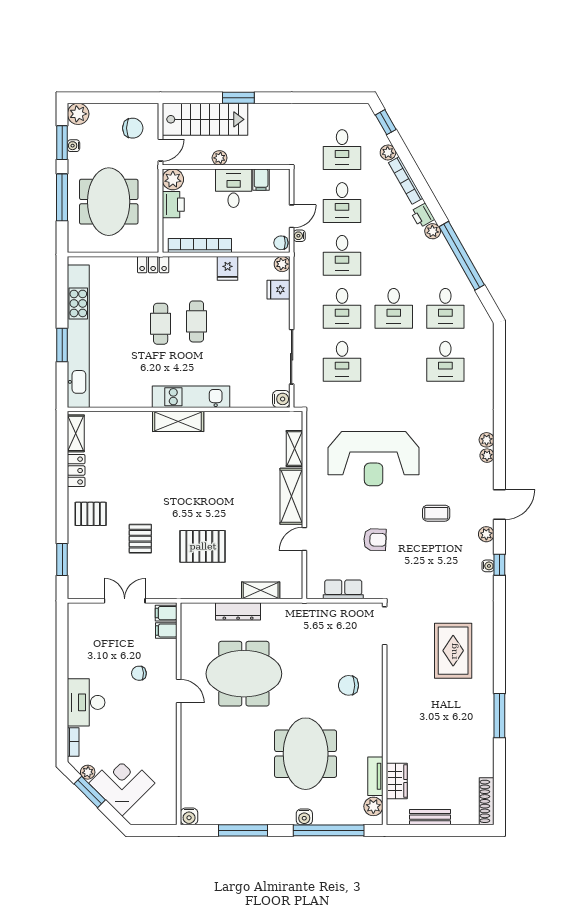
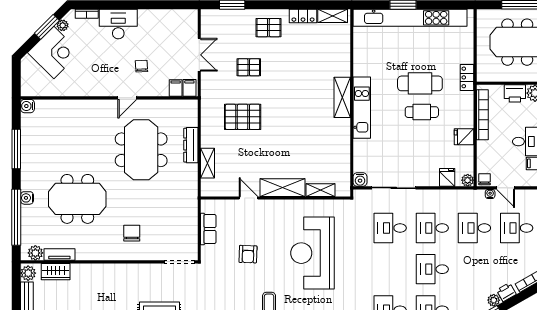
cafe table: (161, 324) -> (420, 83), width x1.37, depth x1.35
pallet: (91, 514) -> (268, 28), turned 90
pallet: (203, 546) -> (243, 117), turned 90
plant: (399, 815) -> (28, 273), added

